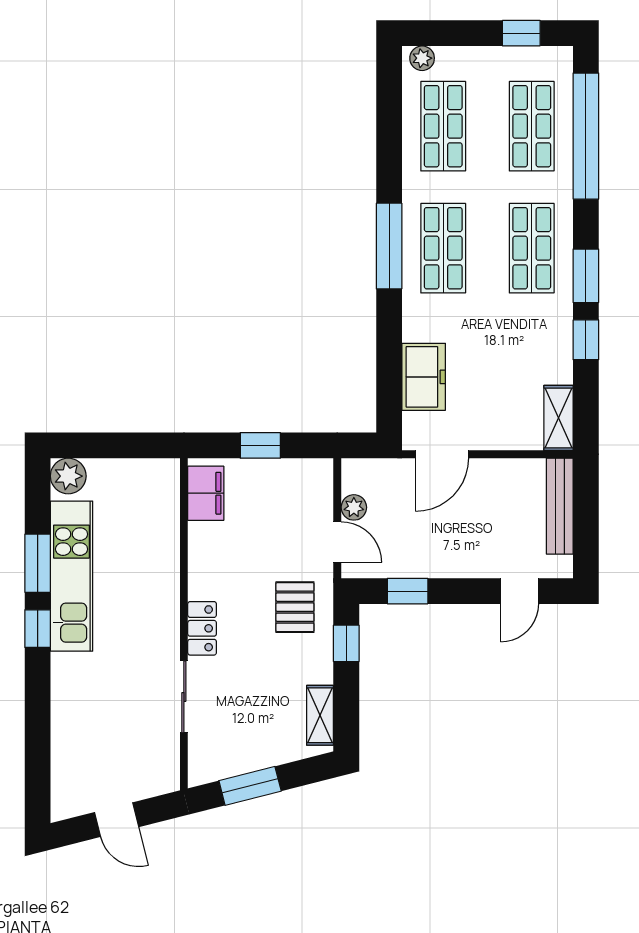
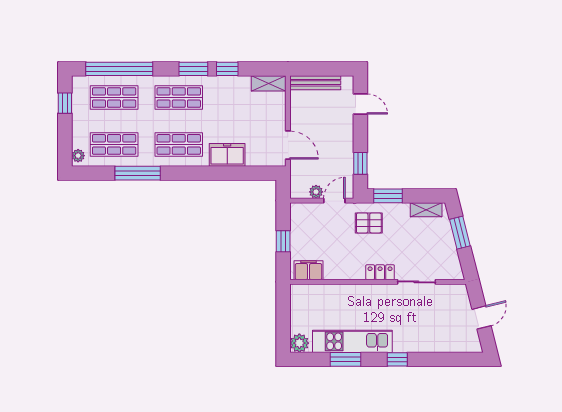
window: (389, 246) -> (138, 173), moved
freezer: (424, 377) -> (227, 155), moved
window: (38, 629) -> (397, 359), moved
window: (346, 643) -> (388, 196), width x1.50
window: (250, 786) -> (460, 233), moved

